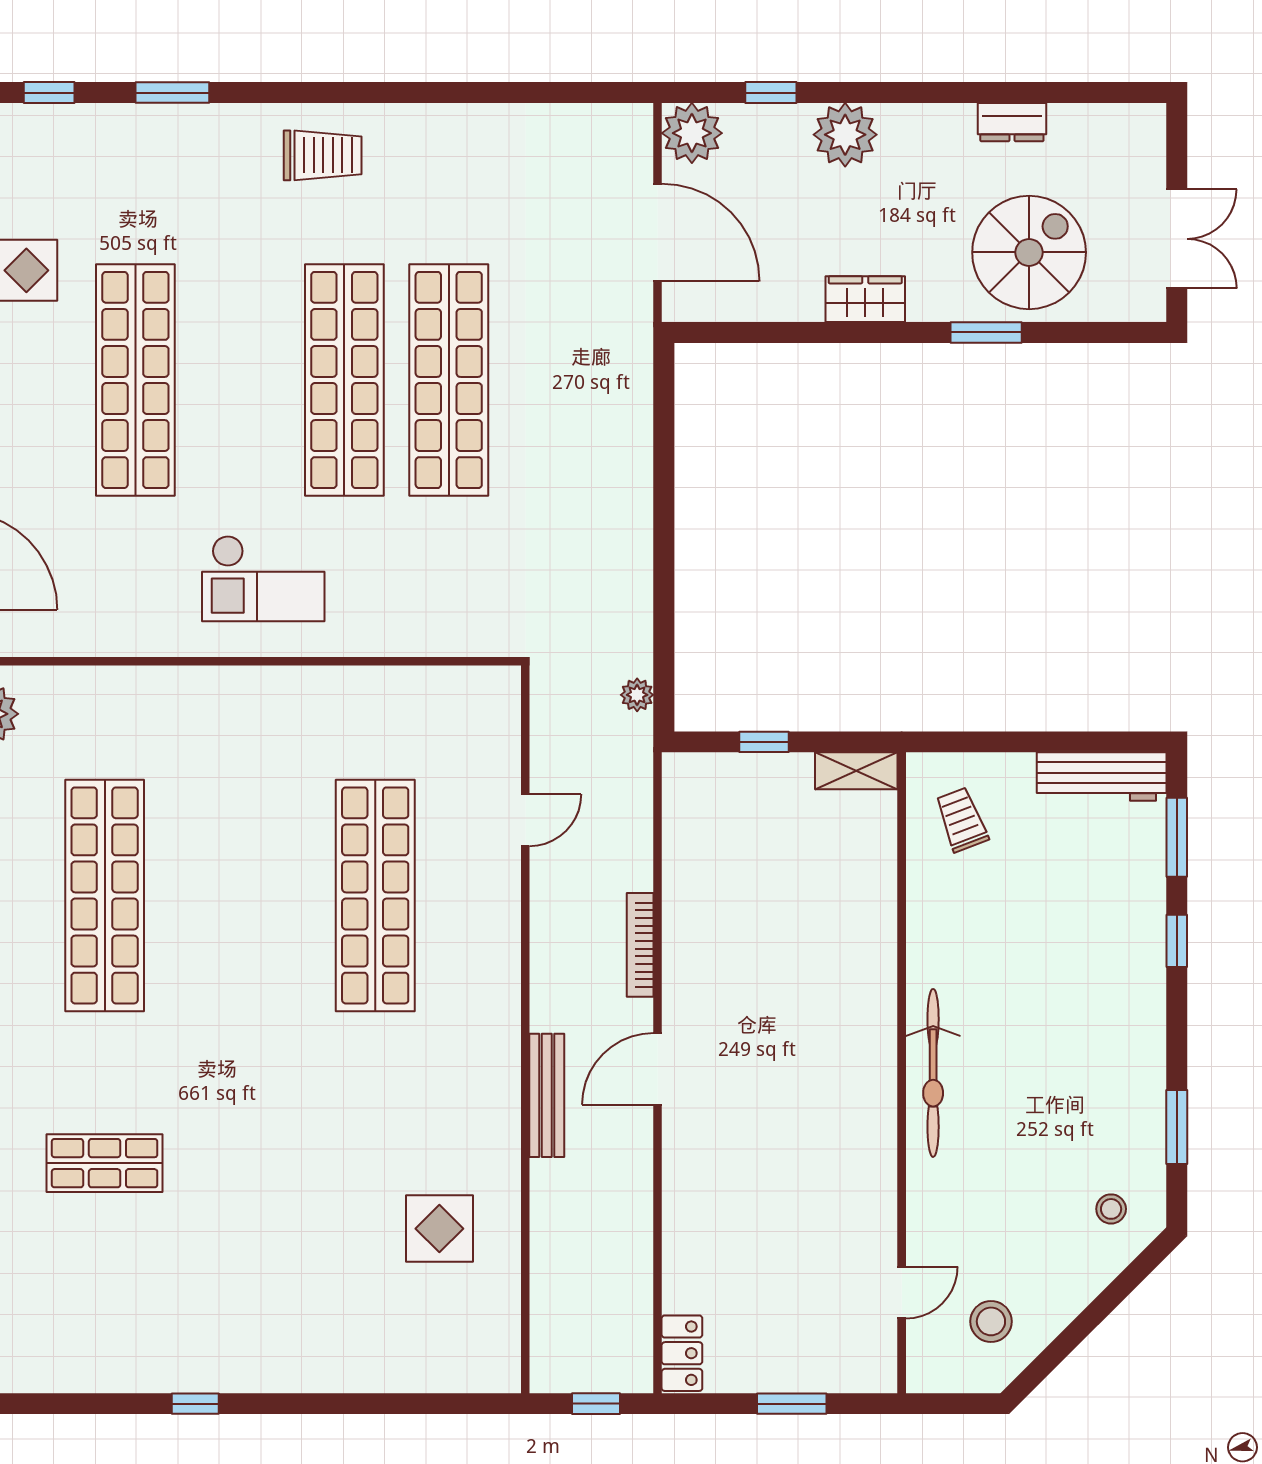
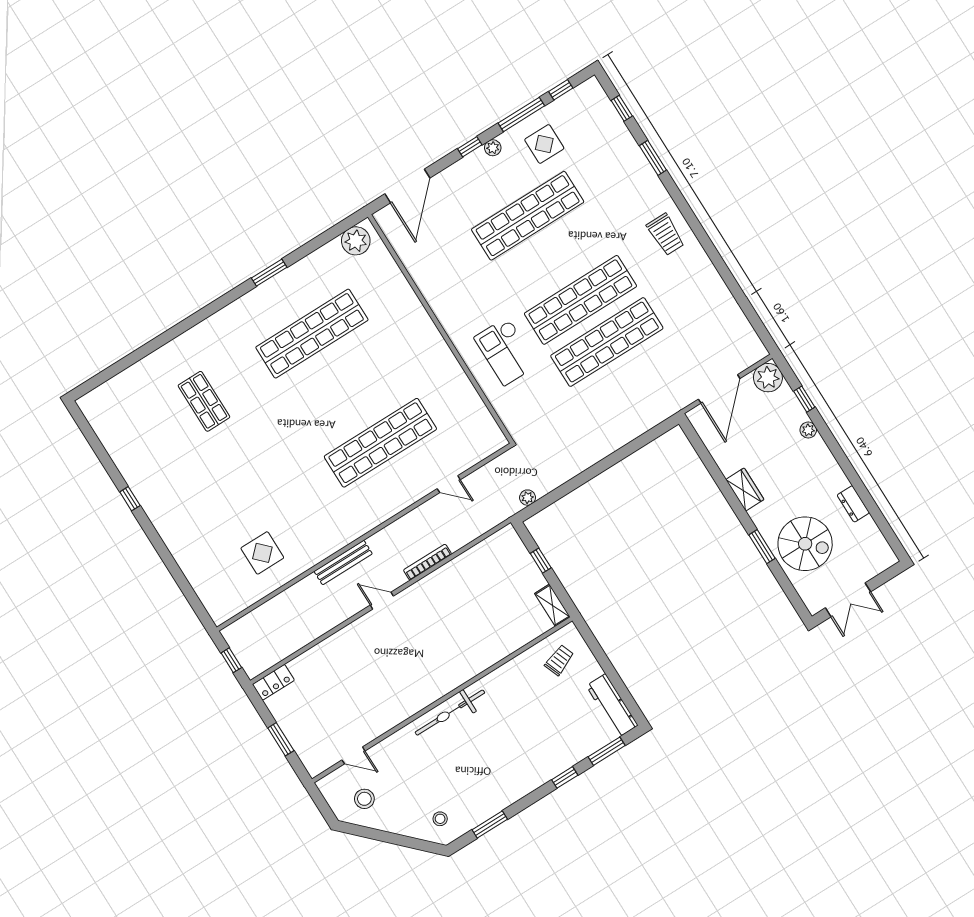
plant: (845, 135) -> (808, 430), width x0.53, depth x0.53
checkout: (263, 578) -> (506, 351), moved
door: (658, 1069) -> (382, 601), width x0.73

